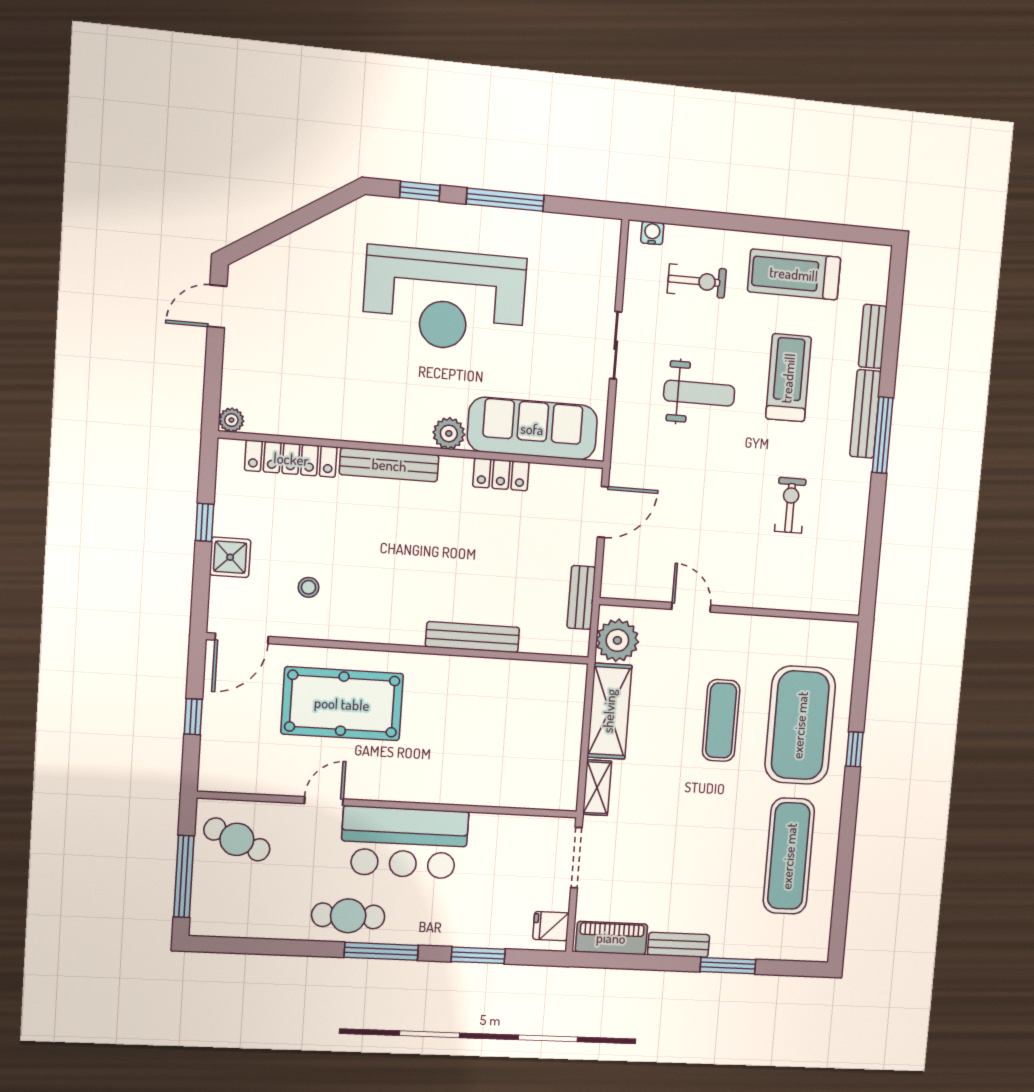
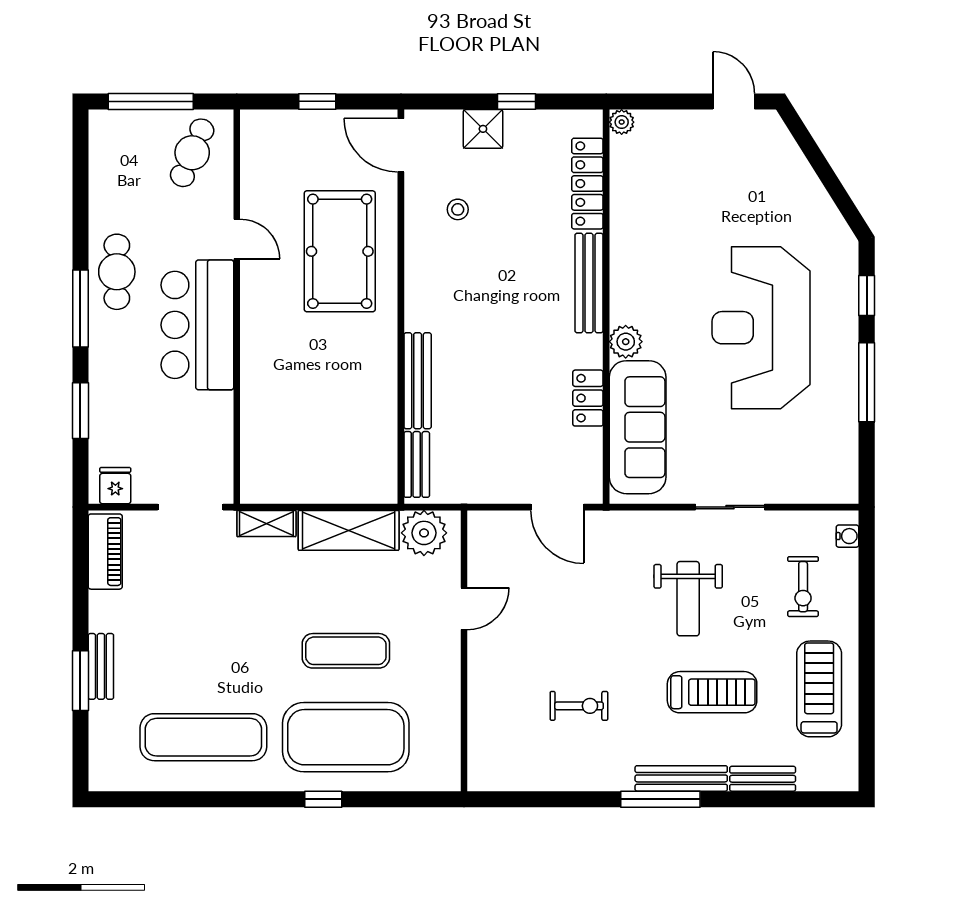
bench: (581, 597) -> (417, 464), moved, turned 90
bench: (679, 945) -> (101, 666), moved

